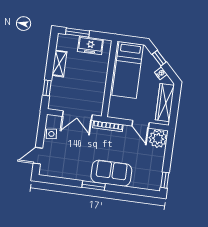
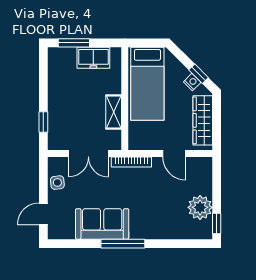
window: (159, 58) -> (199, 74), moved
shelving: (59, 64) -> (114, 112), moved
plant: (158, 139) -> (200, 207), moved
sofa: (111, 173) -> (102, 224), moved
window: (94, 186) -> (123, 244), width x1.44

